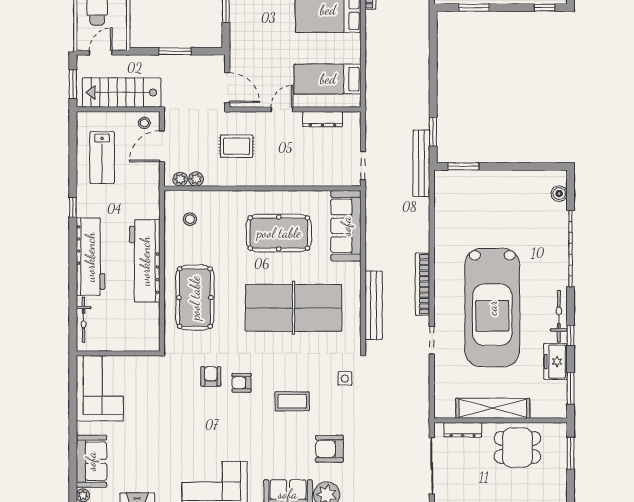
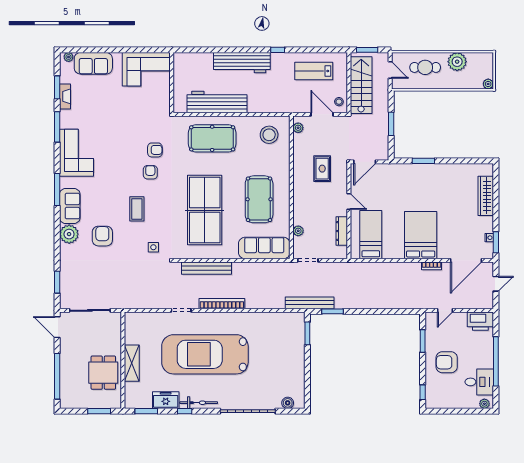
plant: (196, 179) -> (298, 231), moved
stool: (190, 219) -> (269, 135), width x1.89, depth x1.89
workbench: (145, 261) -> (217, 102), moved
bicycle: (84, 320) -> (196, 58), removed
shelving: (493, 408) -> (132, 363), width x0.68
dresser: (463, 430) -> (116, 333), removed

